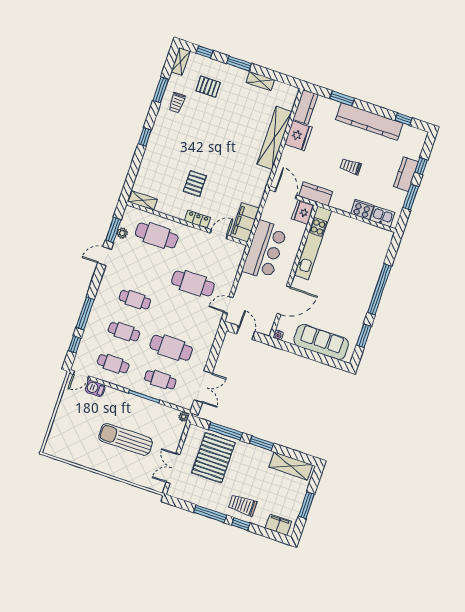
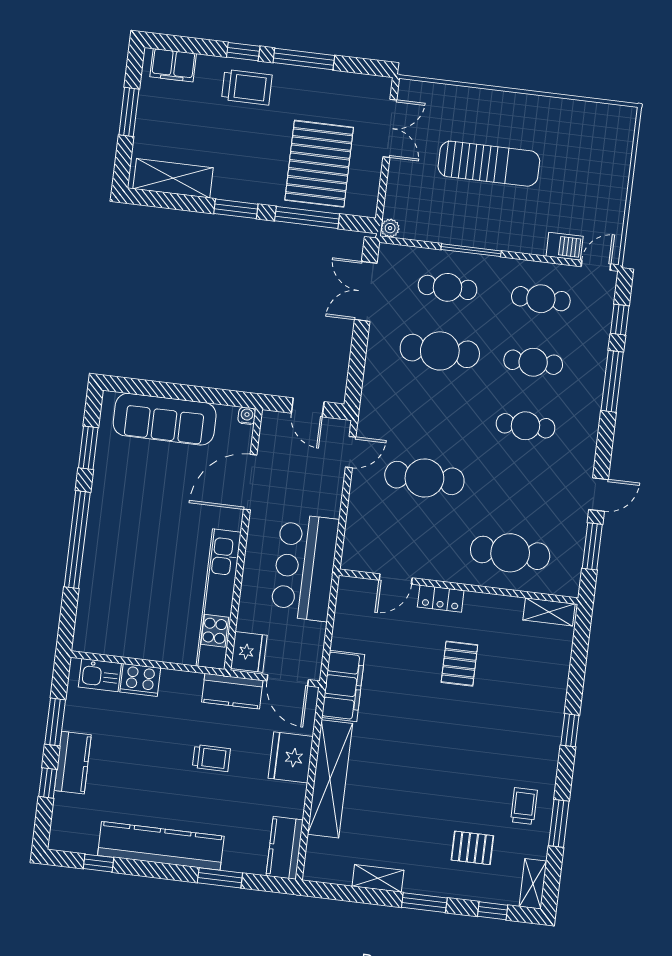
fridge: (298, 136) -> (291, 757), moved
trolley: (351, 166) -> (211, 758), moved
filing cabinet: (245, 222) -> (343, 686), moved
plant: (122, 233) -> (575, 544), removed

